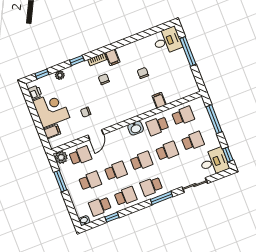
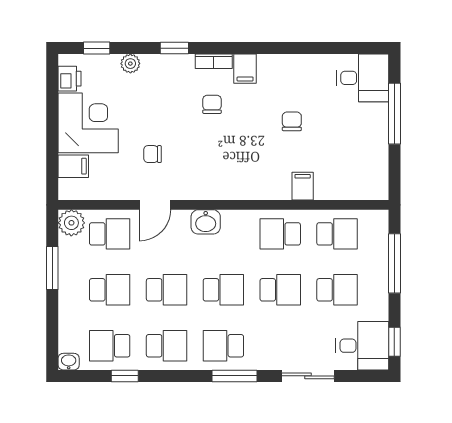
washbasin: (136, 128) -> (206, 222), moved

